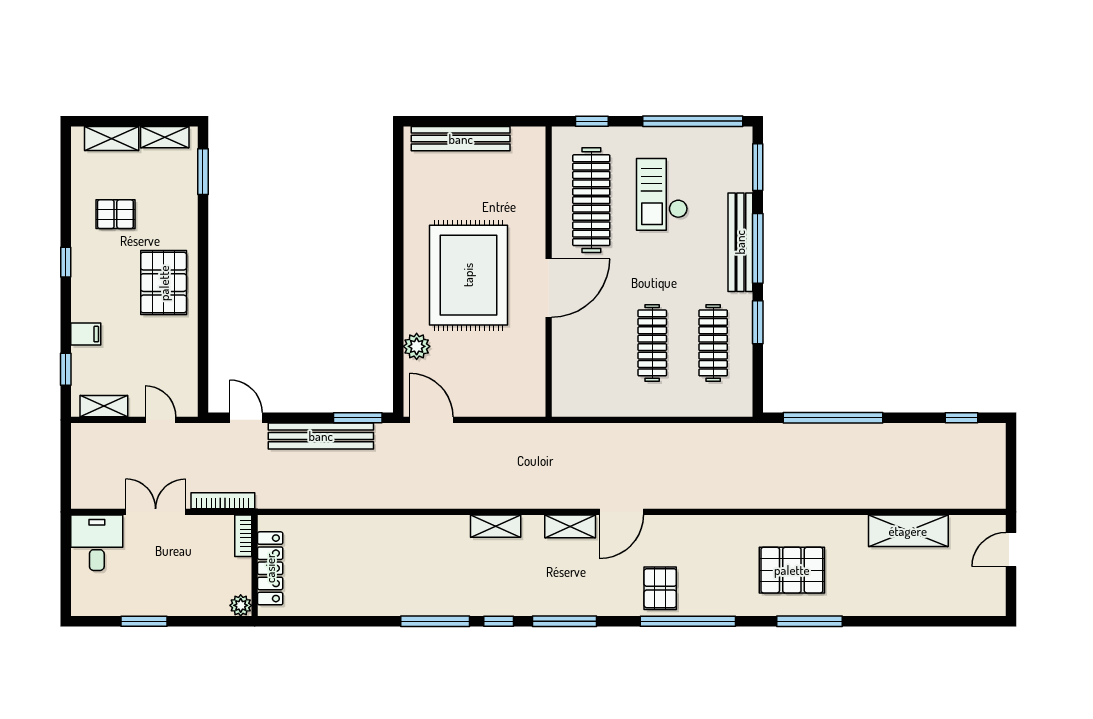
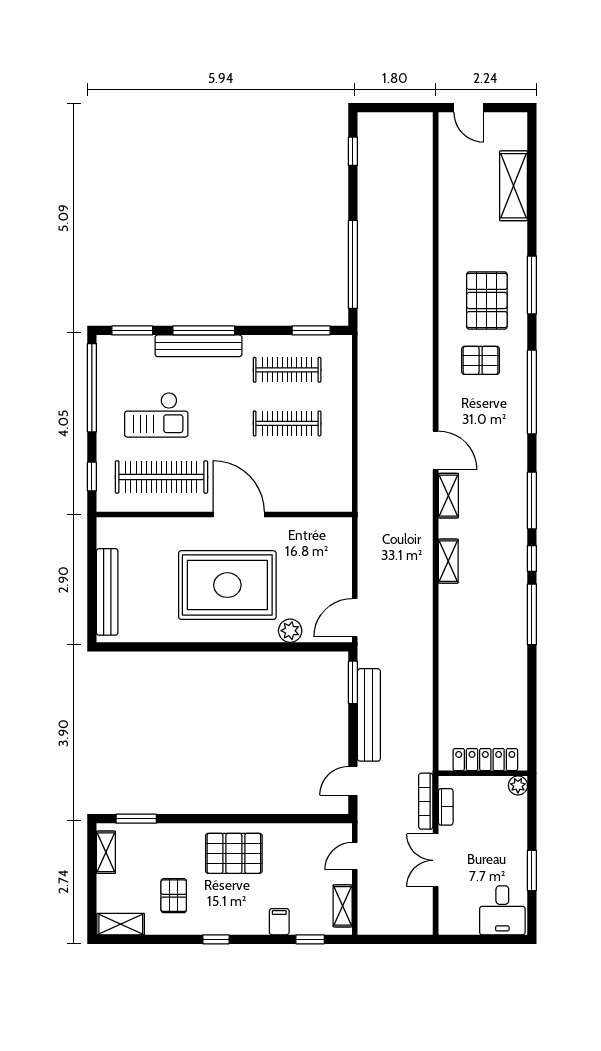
shelving: (112, 138) -> (121, 924), moved, turned 90
window: (758, 322) -> (311, 330), moved
shelving: (908, 531) -> (514, 186), moved
bookcase: (243, 536) -> (446, 807), moved, turned -90
desk: (97, 543) -> (502, 910), moved, turned -90
pallet: (660, 588) -> (481, 360), moved

